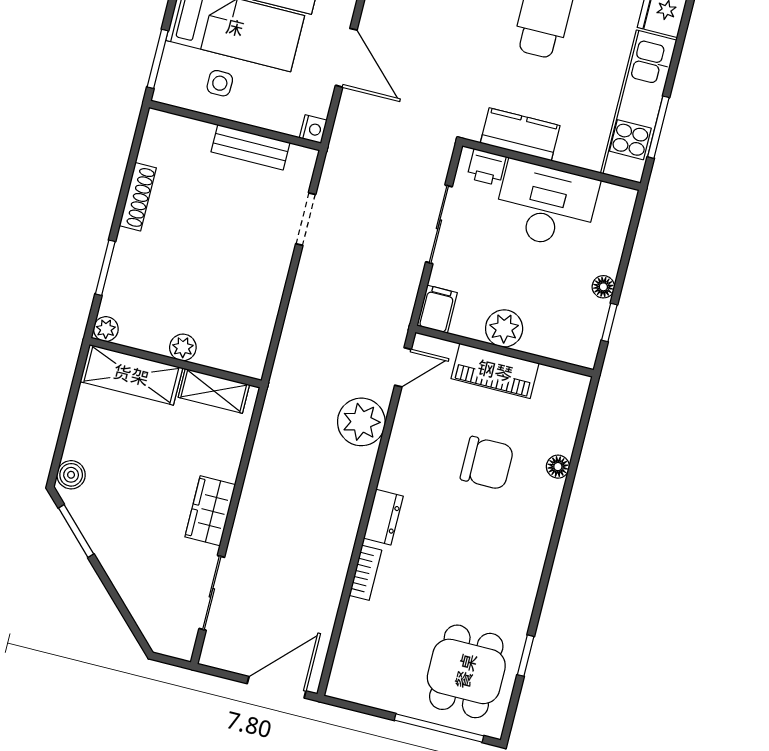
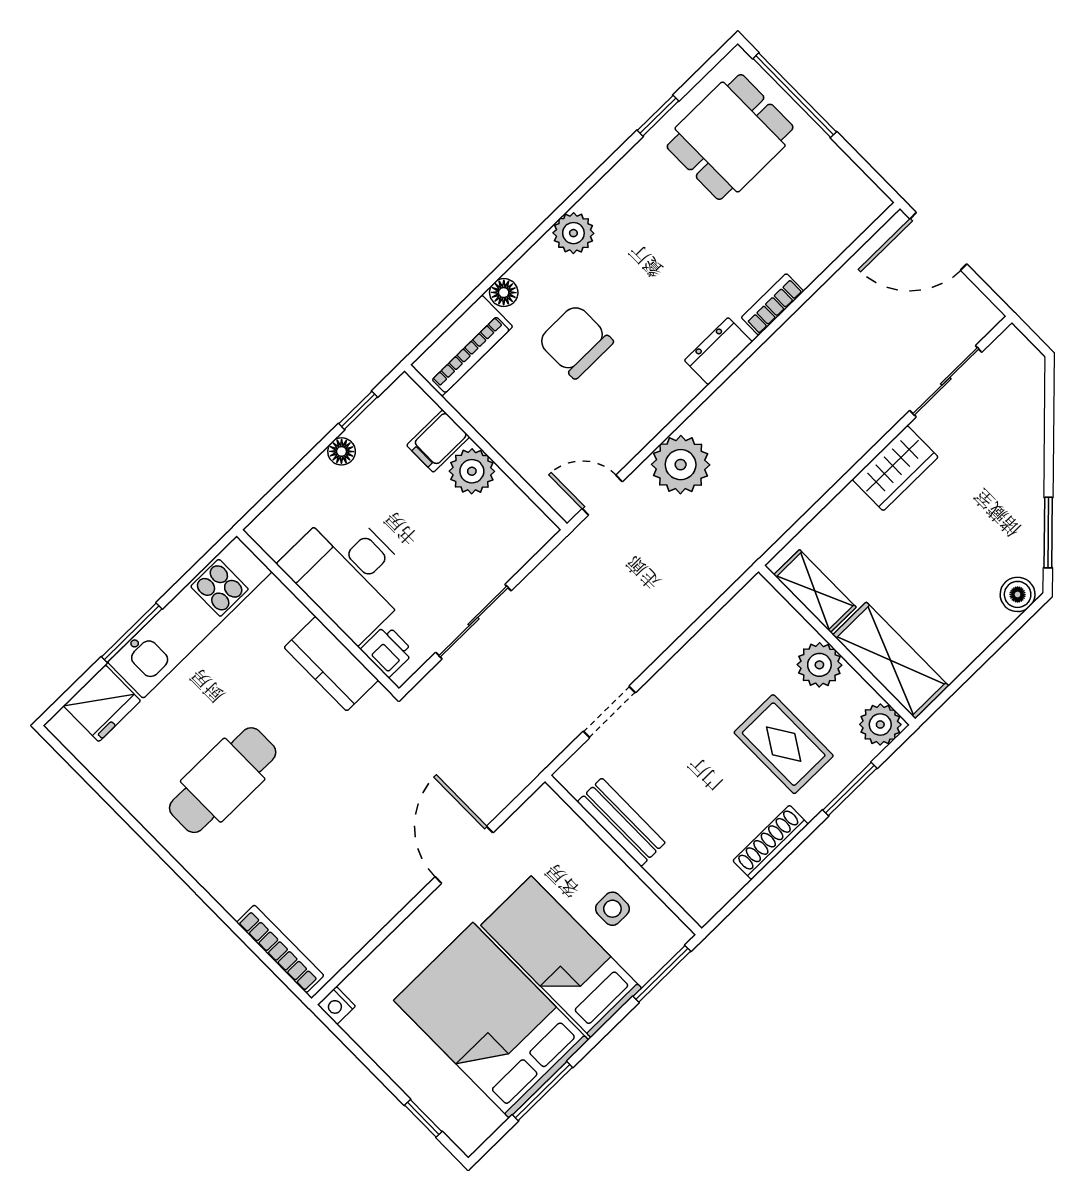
window: (658, 127) -> (132, 633), moved
nightstand: (313, 129) -> (544, 801), removed
rug: (170, 271) -> (784, 744), added
filing cabinet: (437, 309) -> (438, 441), moved
plant: (106, 329) -> (880, 725), width x1.38, depth x1.38
plant: (183, 347) -> (819, 665), width x1.38, depth x1.38
piano: (495, 371) -> (462, 346), moved, turned 90
plant: (535, 538) -> (573, 233), added

